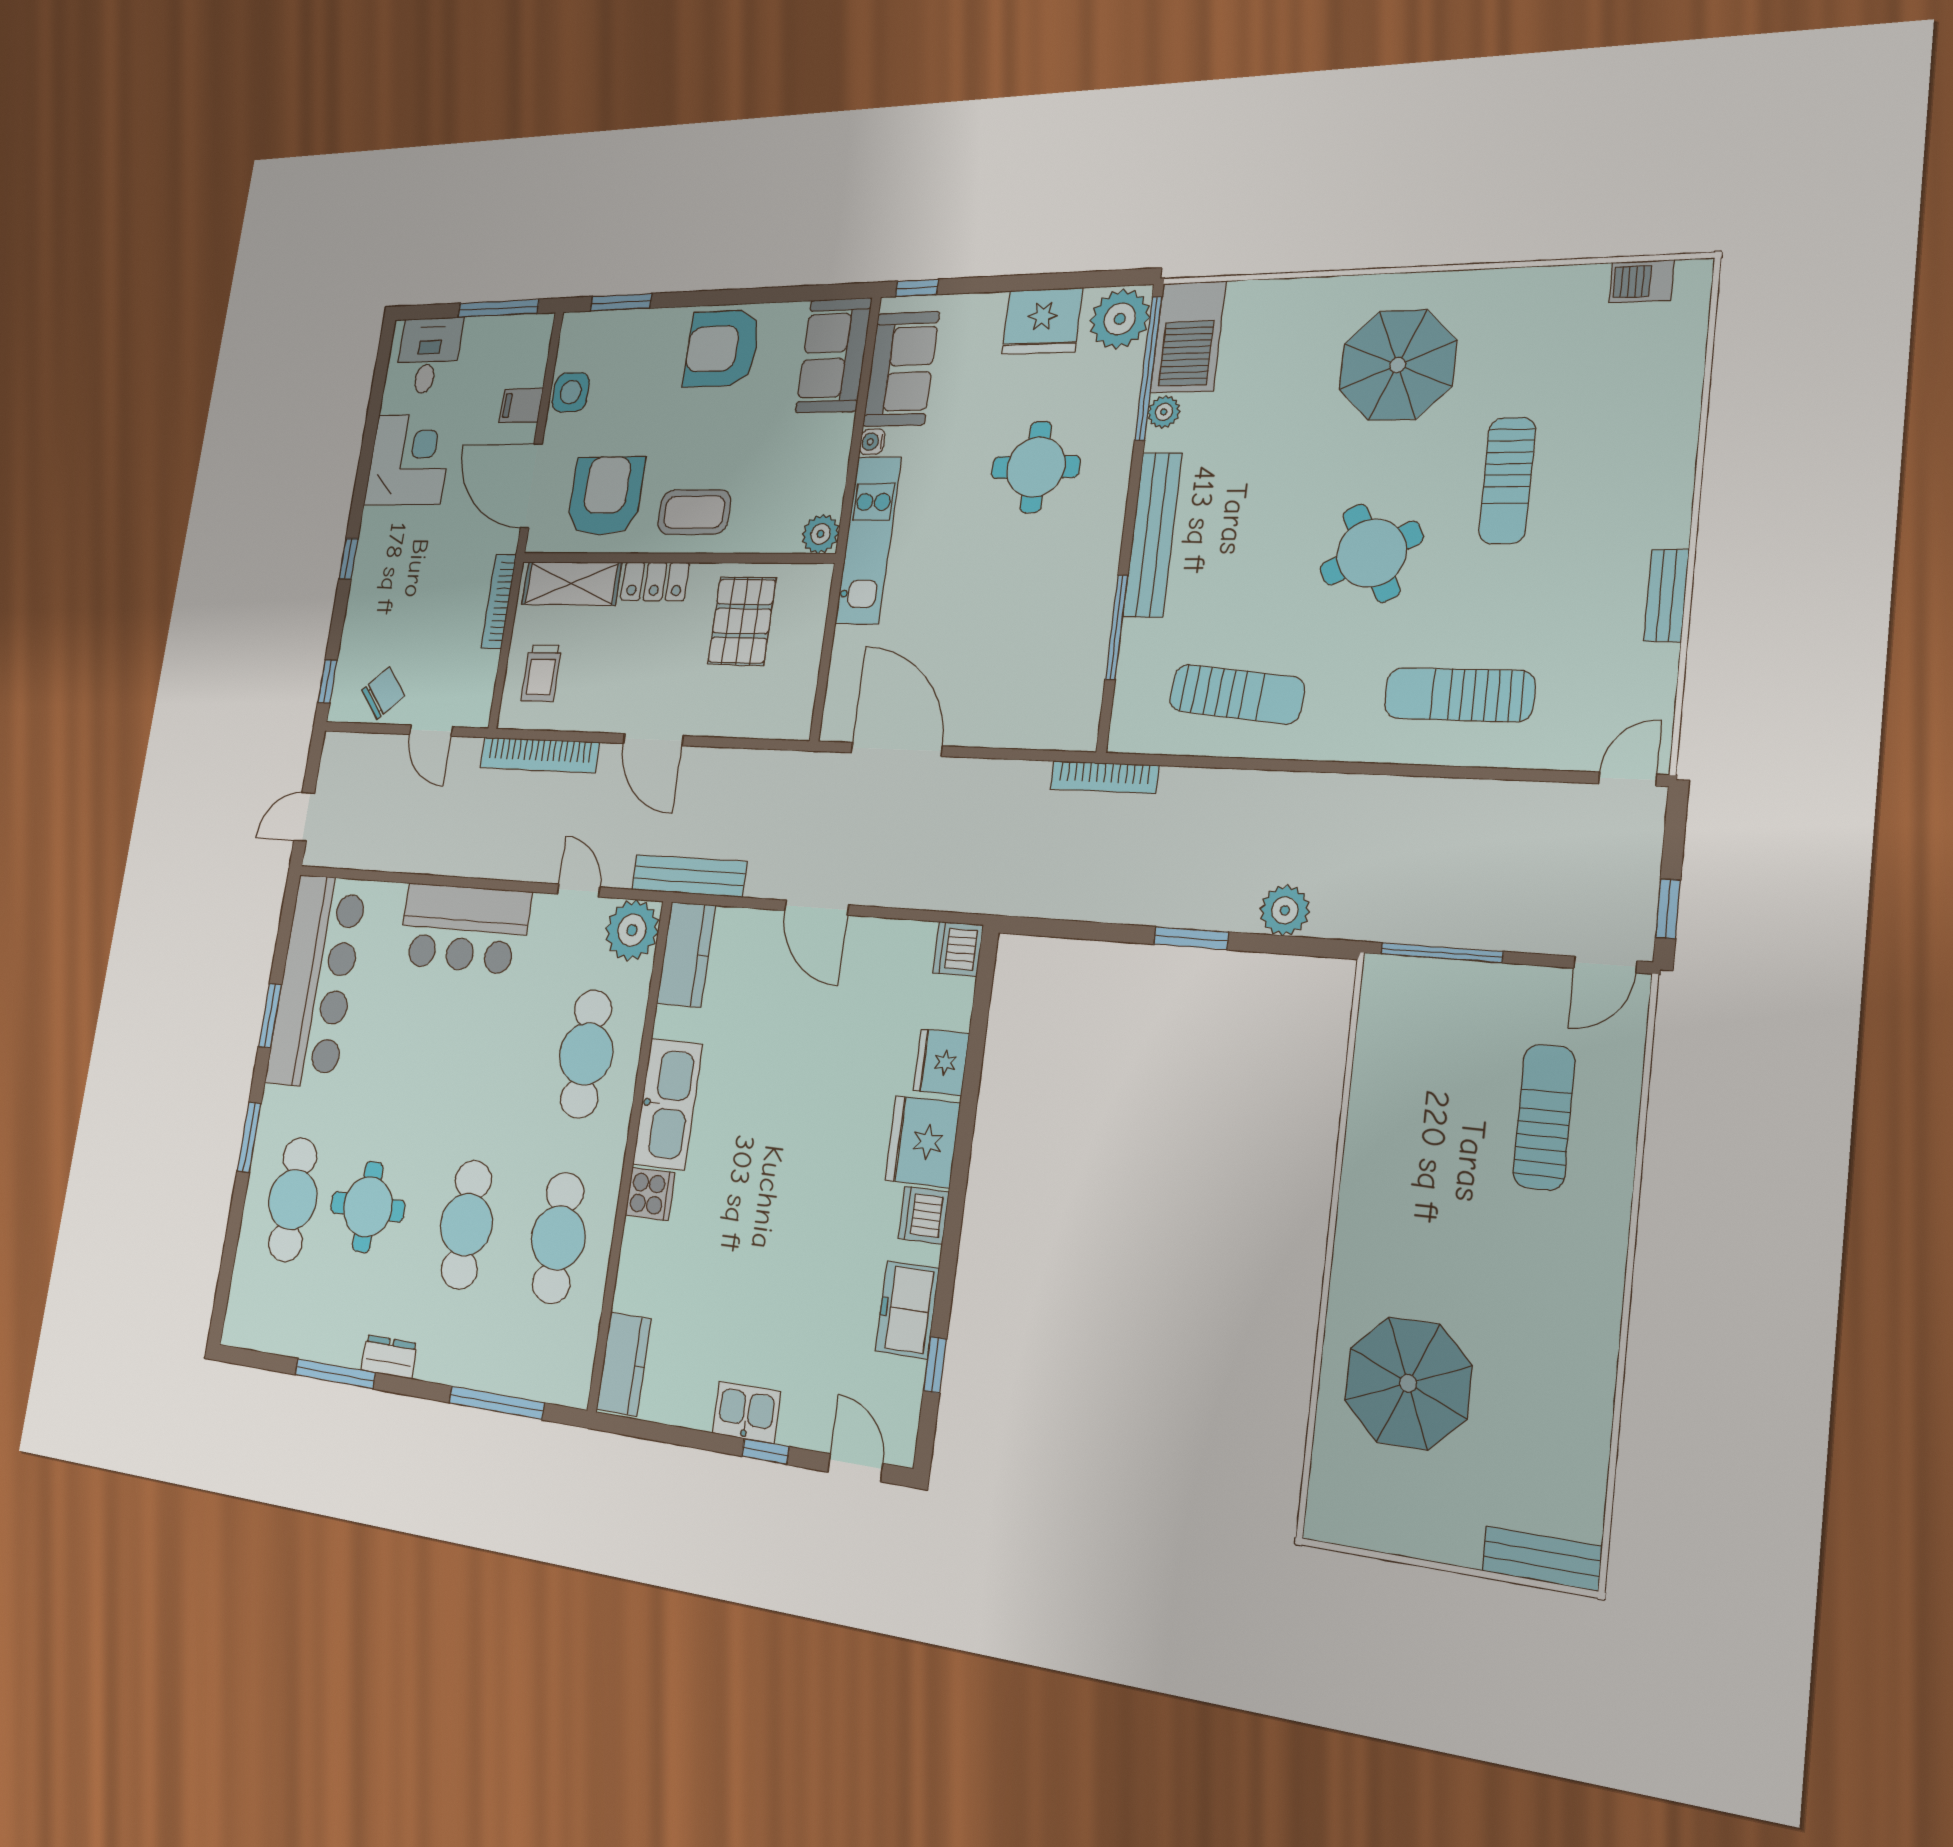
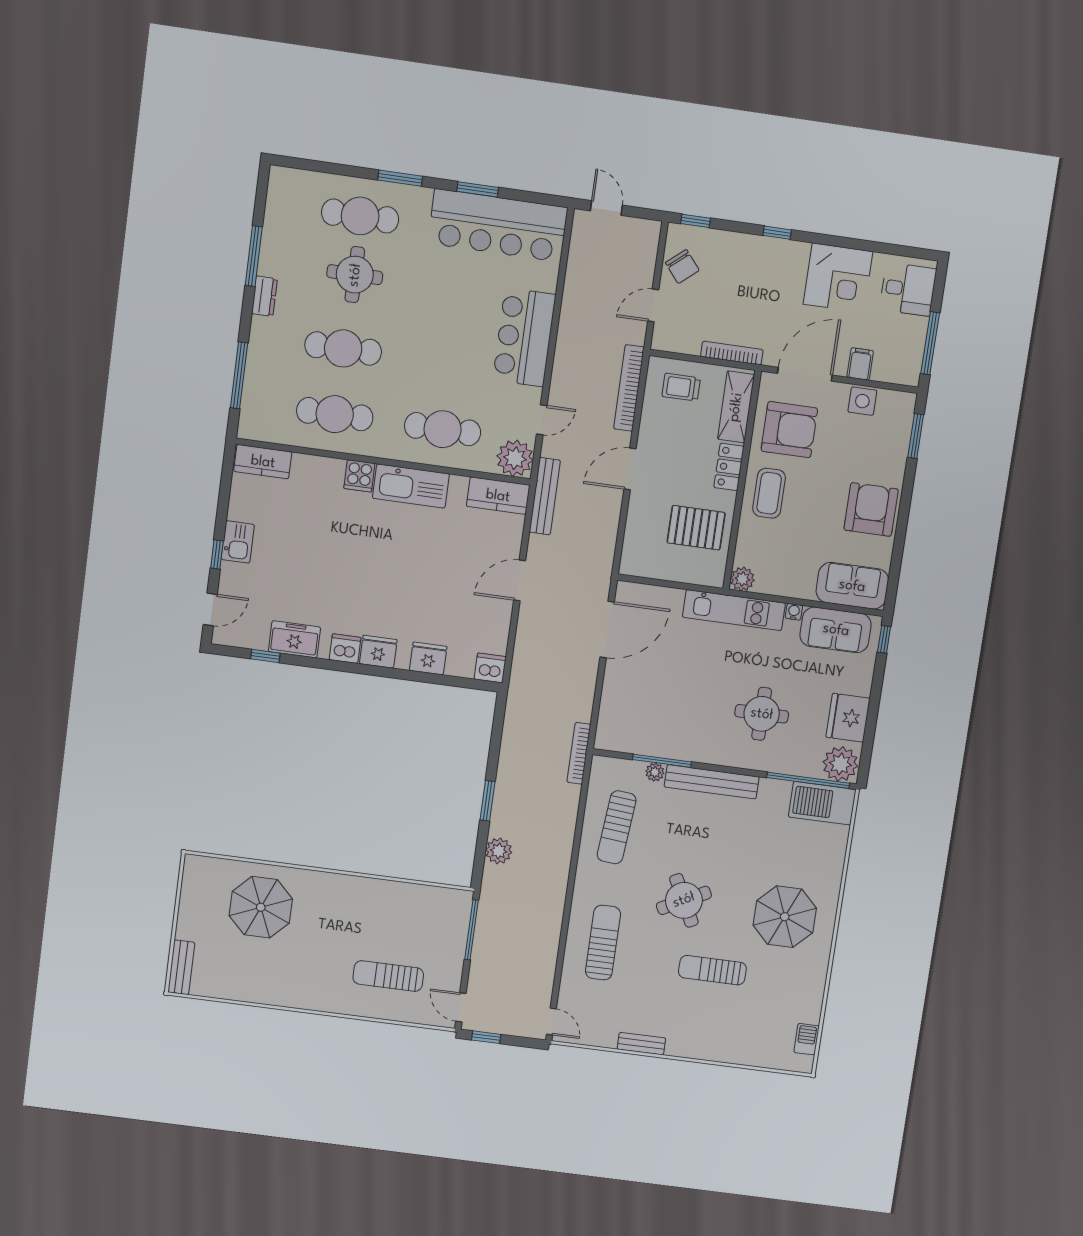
plant: (1164, 412) -> (655, 772), moved
sun lounger: (1544, 1117) -> (388, 976), turned 180
fridge: (923, 1142) -> (378, 652), width x0.73, depth x0.75

